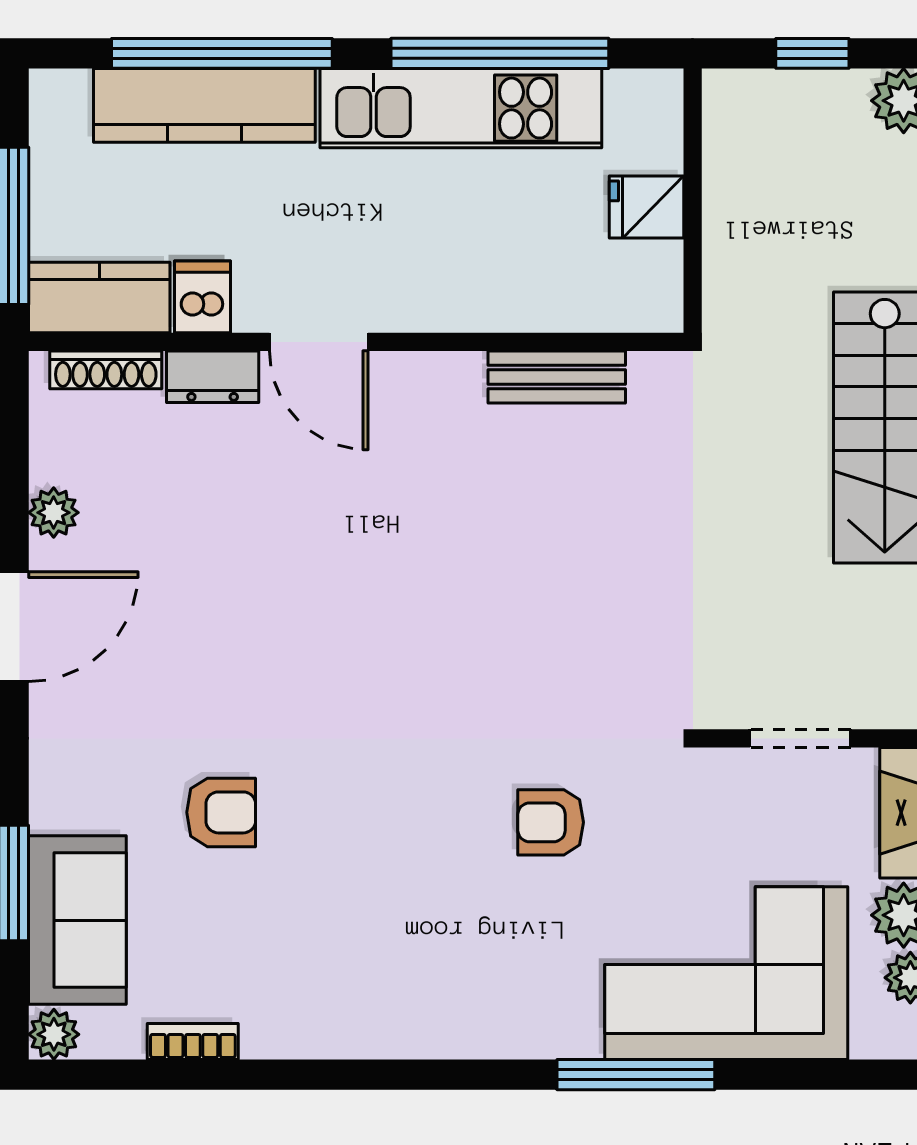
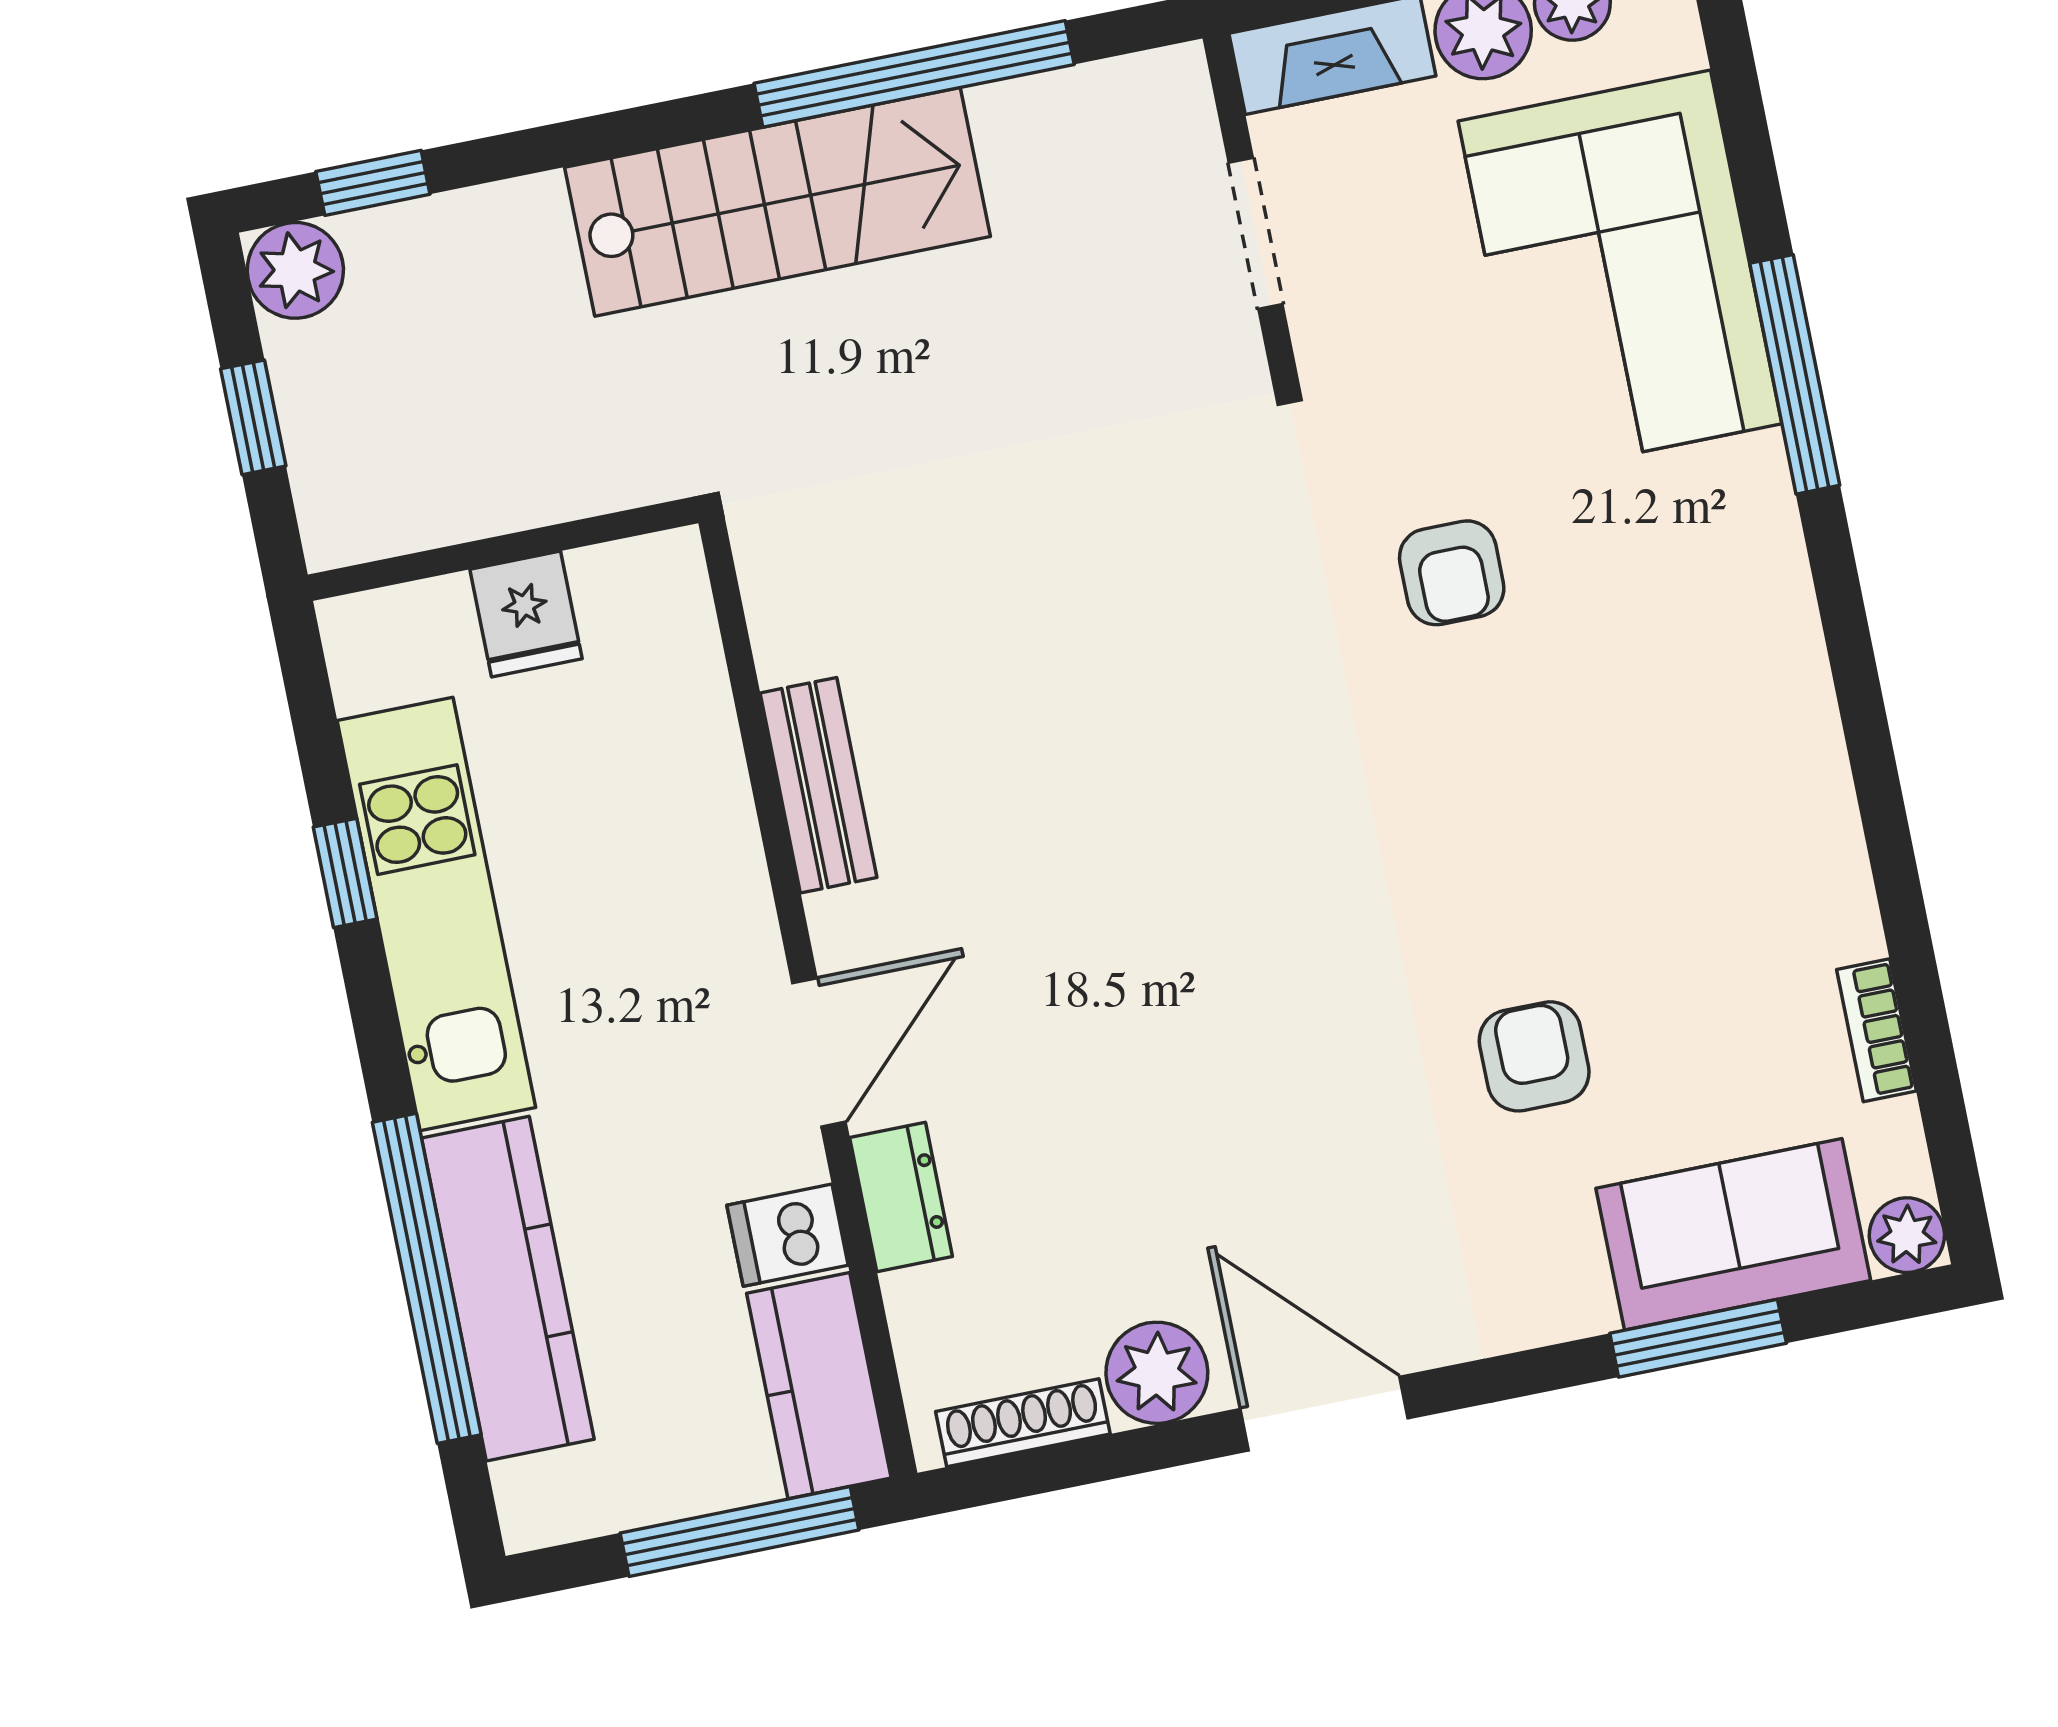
window: (500, 53) -> (345, 873), width x0.32
shoe rack: (106, 370) -> (1023, 1423), moved, turned -90
bench: (557, 377) -> (819, 785), moved
plant: (54, 513) -> (1157, 1373), width x1.38, depth x1.38

